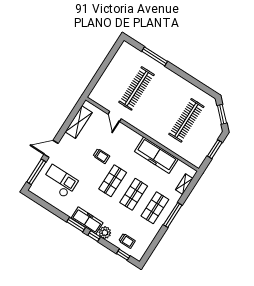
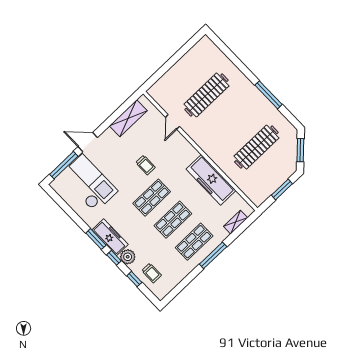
window: (155, 56) -> (269, 95), moved
checkout: (60, 182) -> (89, 183), width x1.36, depth x1.21
window: (123, 255) -> (134, 279), moved

